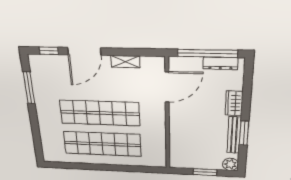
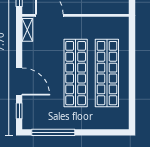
shelving: (125, 62) -> (27, 30), moved
window: (29, 88) -> (53, 132), width x1.46

